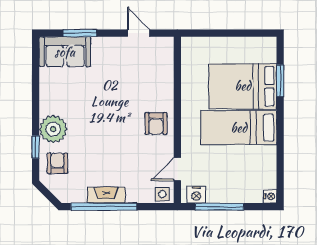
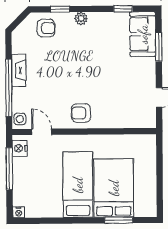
window: (36, 74) -> (123, 9), added
plant: (53, 129) -> (81, 19), width x0.53, depth x0.53
window: (104, 207) -> (9, 88), moved

